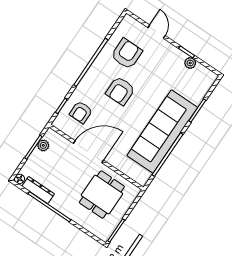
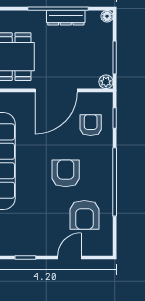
door: (157, 32) -> (69, 258), swing flipped
plant: (190, 63) -> (14, 249), removed
plant: (43, 145) -> (106, 82), moved
dresser: (38, 190) -> (66, 18), moved

